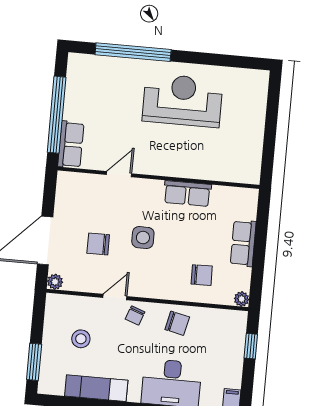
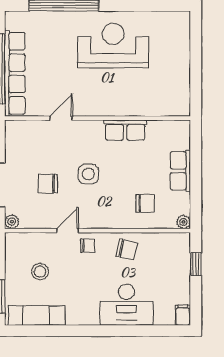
row of seats: (71, 144) -> (15, 73), width x2.02
chair: (135, 315) -> (88, 246), turned -110
exam couch: (96, 388) -> (37, 315), moved

